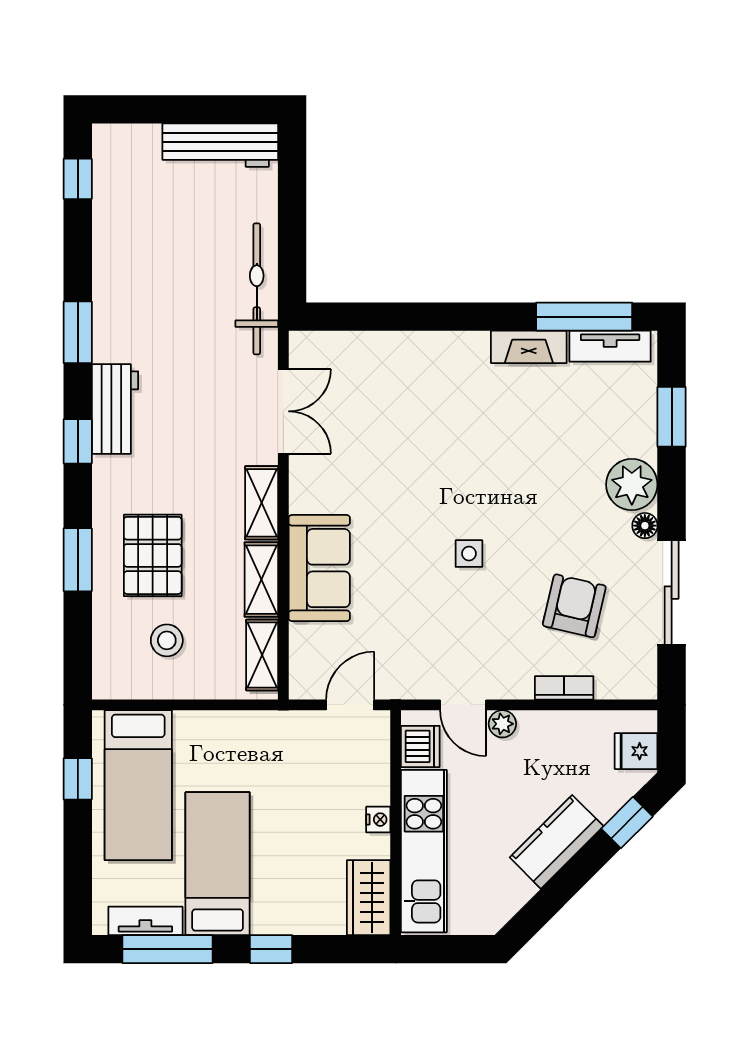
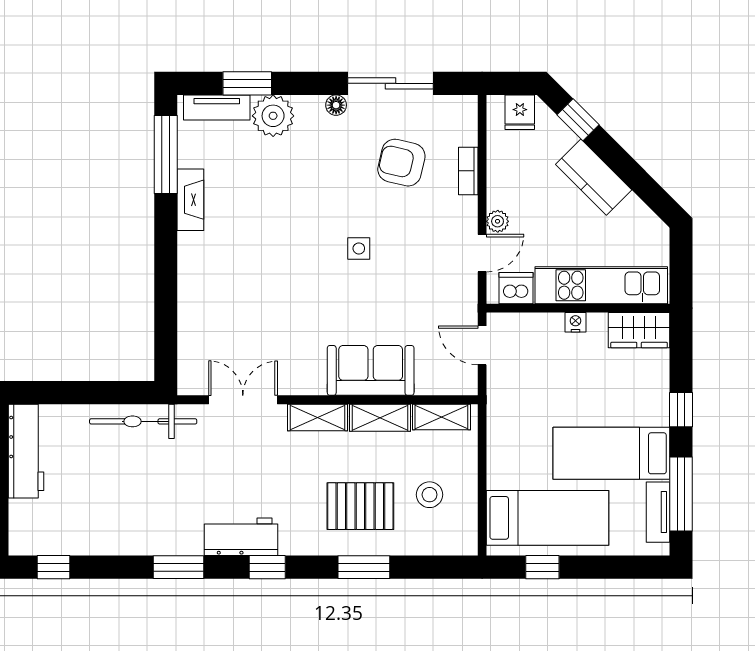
tv unit: (610, 346) -> (217, 108), moved, turned 90
plant: (632, 485) -> (273, 116), moved

